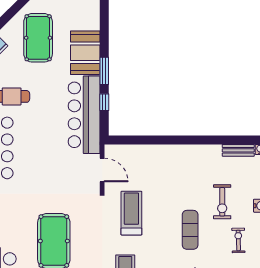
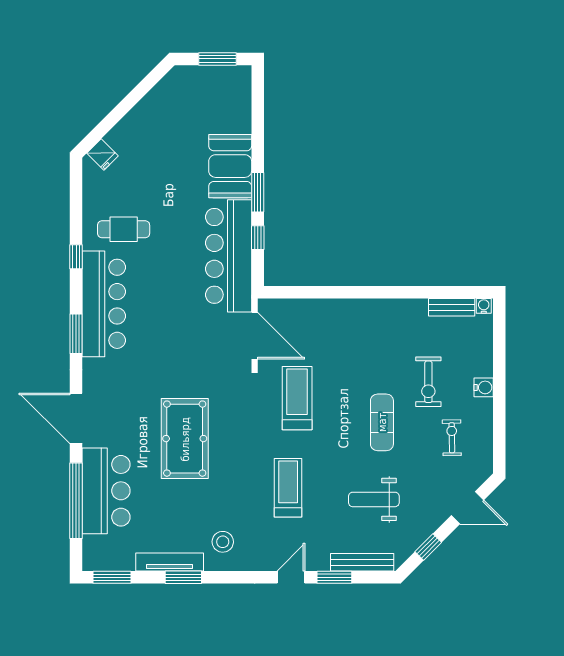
pool table: (38, 38) -> (162, 144), removed
door: (102, 170) -> (255, 336), width x1.36

